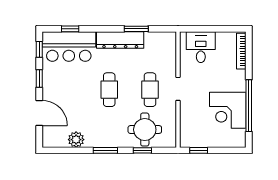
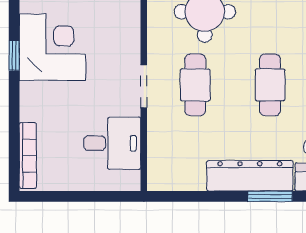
window: (136, 29) -> (270, 196), moved
desk: (201, 47) -> (112, 143), moved, turned -90
window: (249, 106) -> (14, 55), width x0.32

